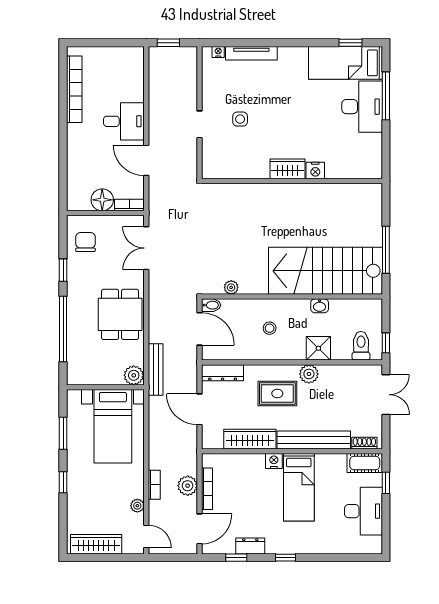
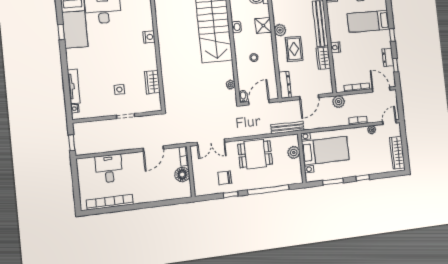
window: (350, 43) -> (61, 32), moved
desk: (124, 121) -> (109, 169), moved
wardrobe: (287, 169) -> (152, 82), moved
chair: (85, 242) -> (225, 178), moved
plant: (134, 375) -> (294, 152), moved
wardrobe: (250, 439) -> (323, 58), width x0.67
plant: (188, 486) -> (339, 102), moved
bed: (299, 487) -> (368, 21), moved, turned 180

